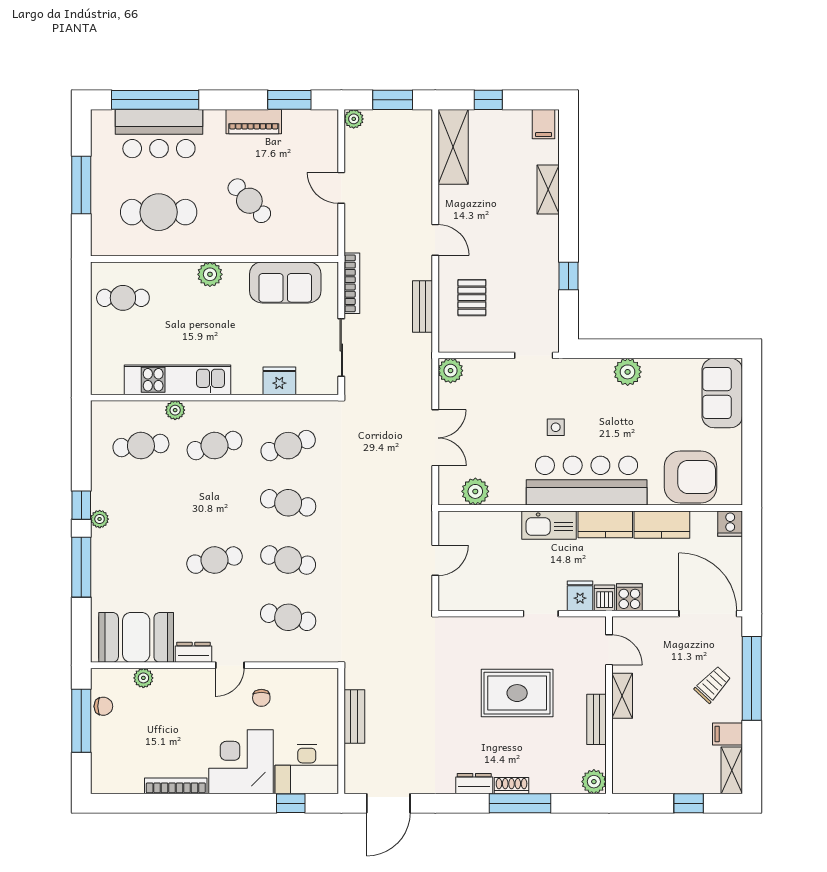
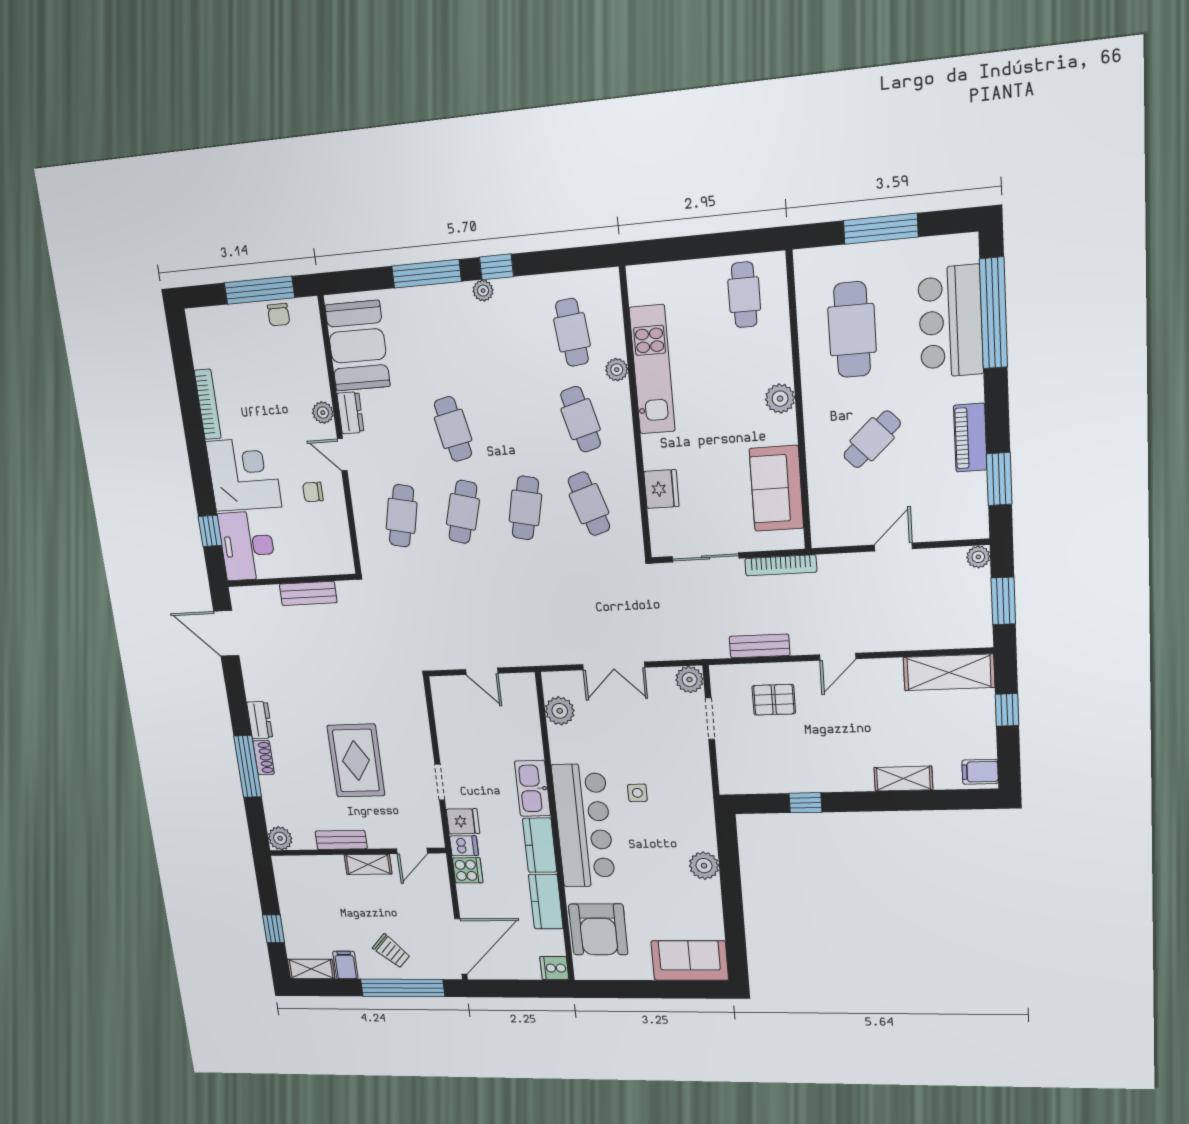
doorway: (534, 355) -> (710, 719), moved
plant: (143, 678) -> (323, 413), moved

